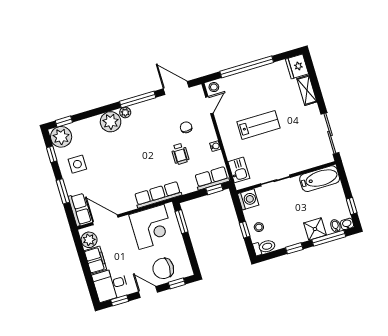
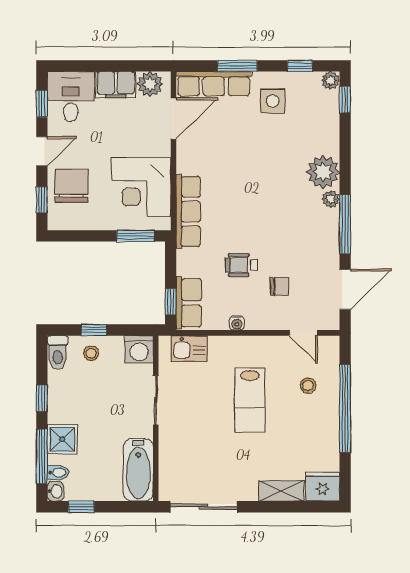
stool: (214, 87) -> (308, 386), moved
plant: (61, 137) -> (331, 80), width x0.53, depth x0.53
row of seats: (80, 209) -> (214, 84), width x1.48

